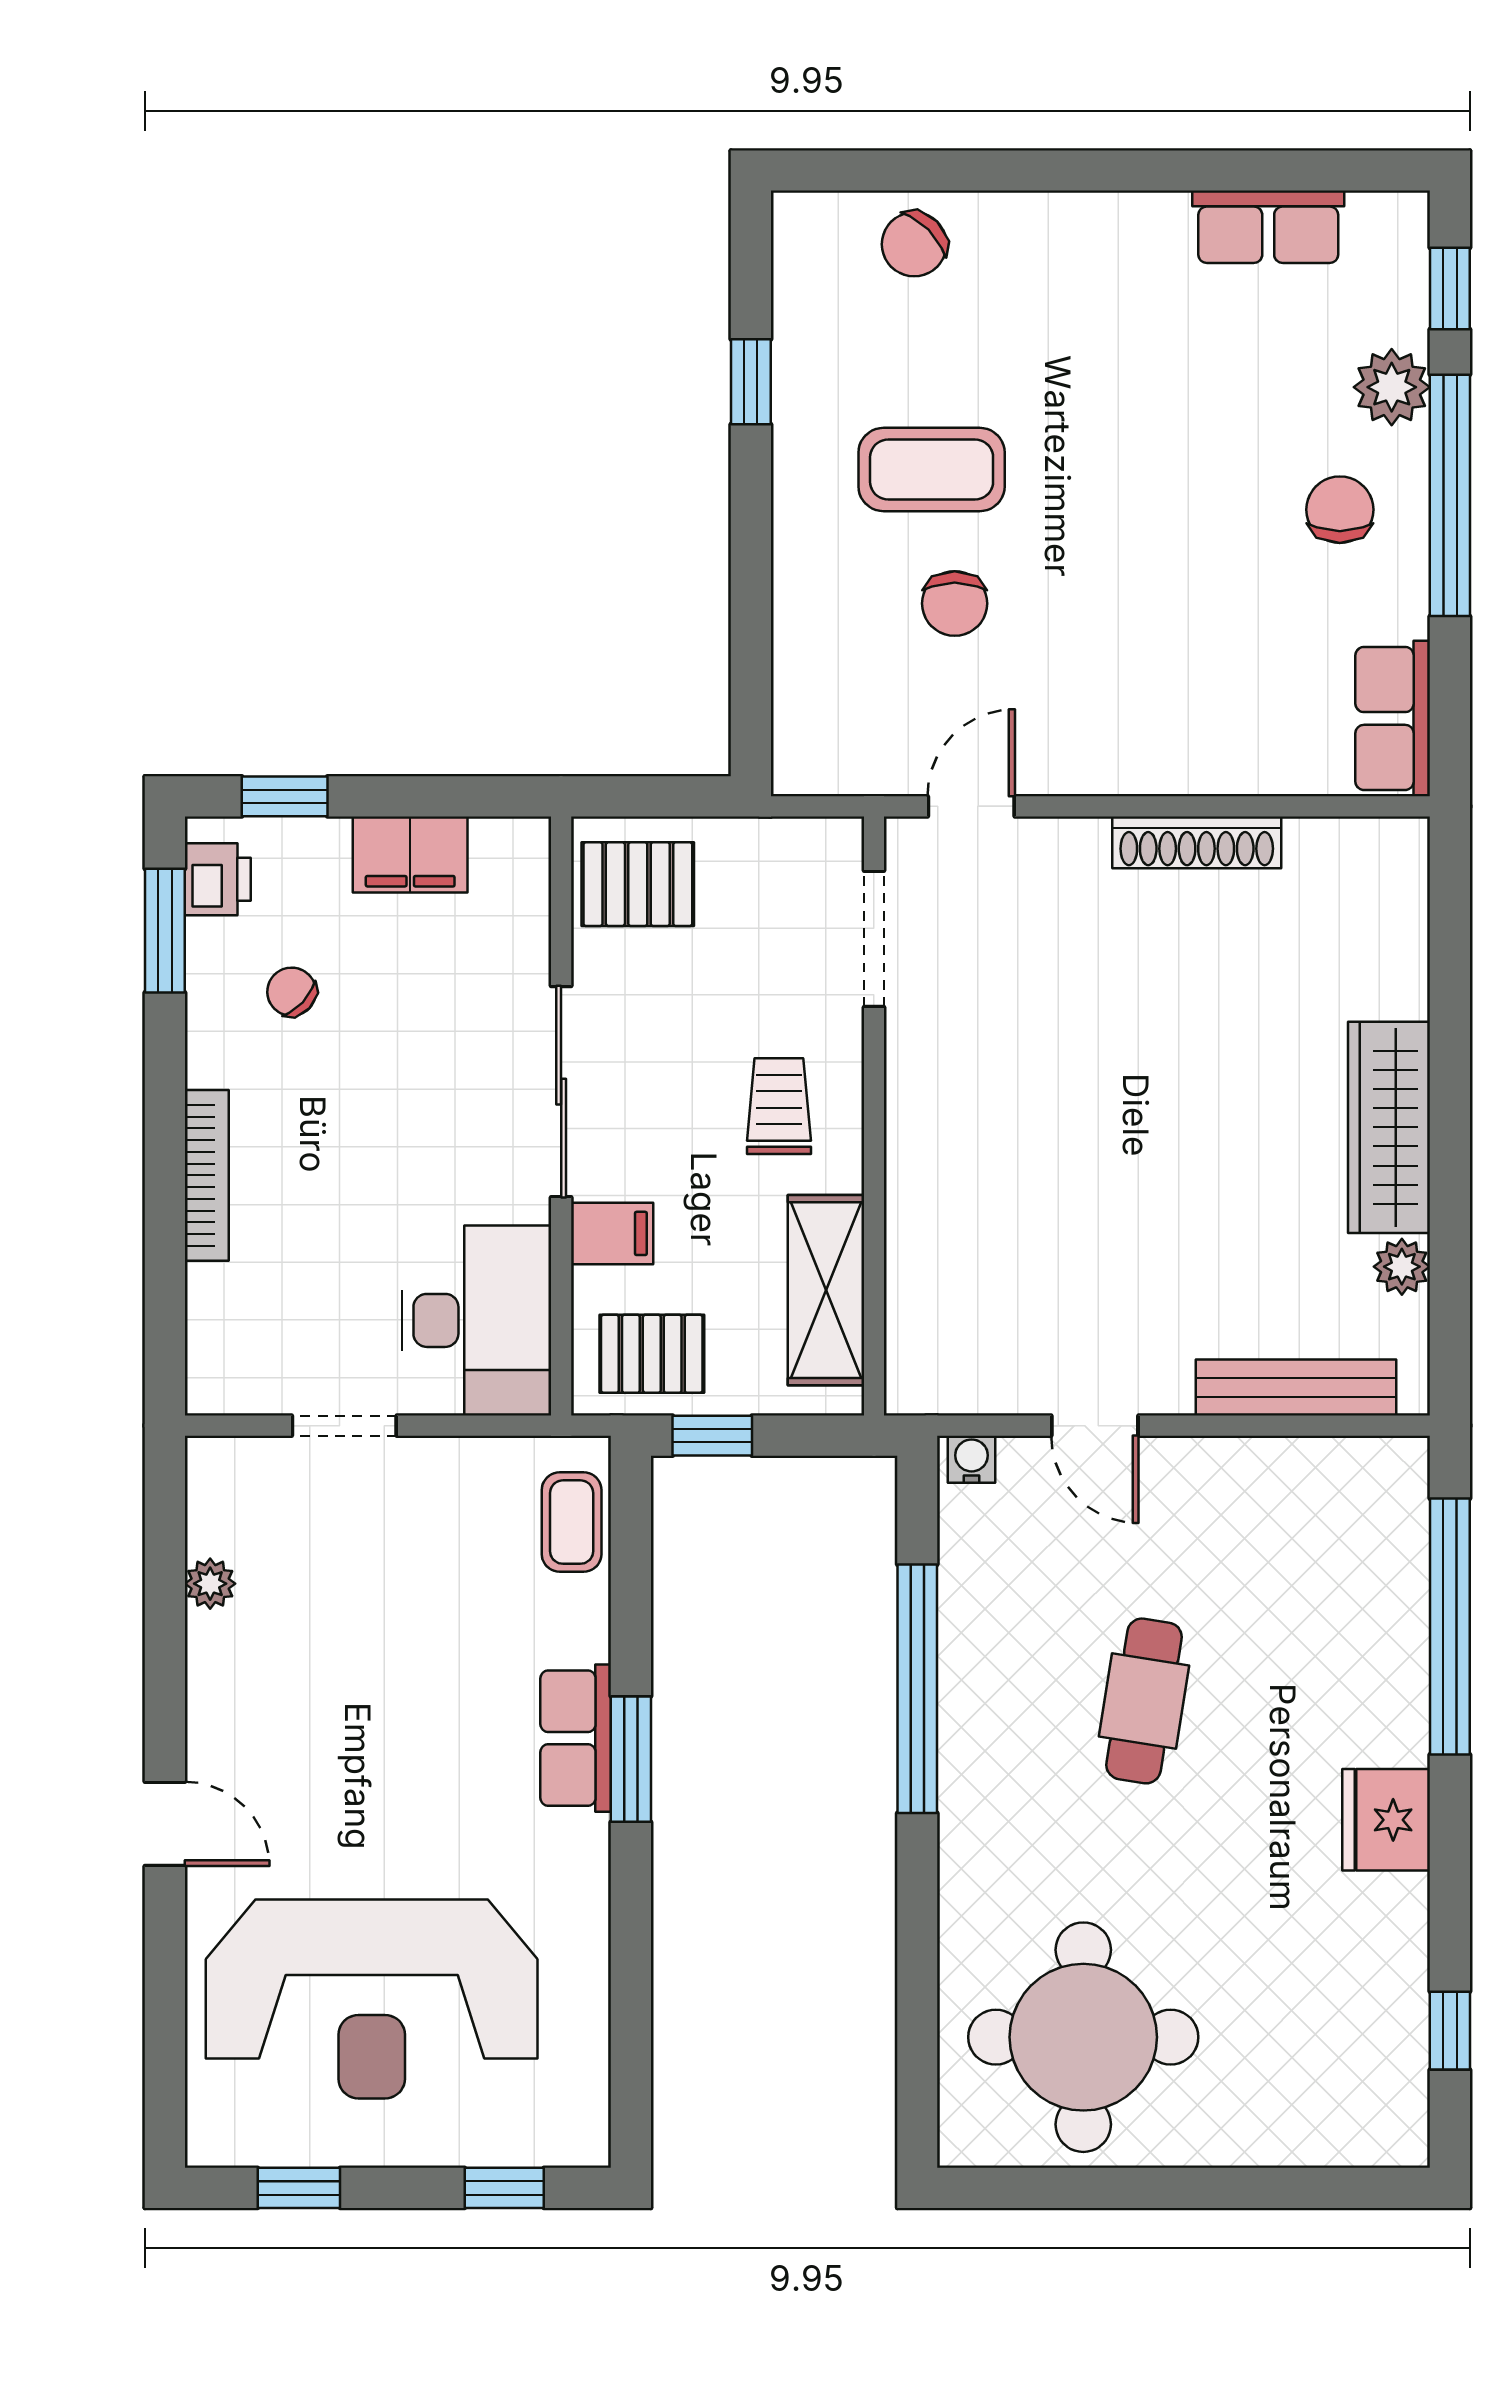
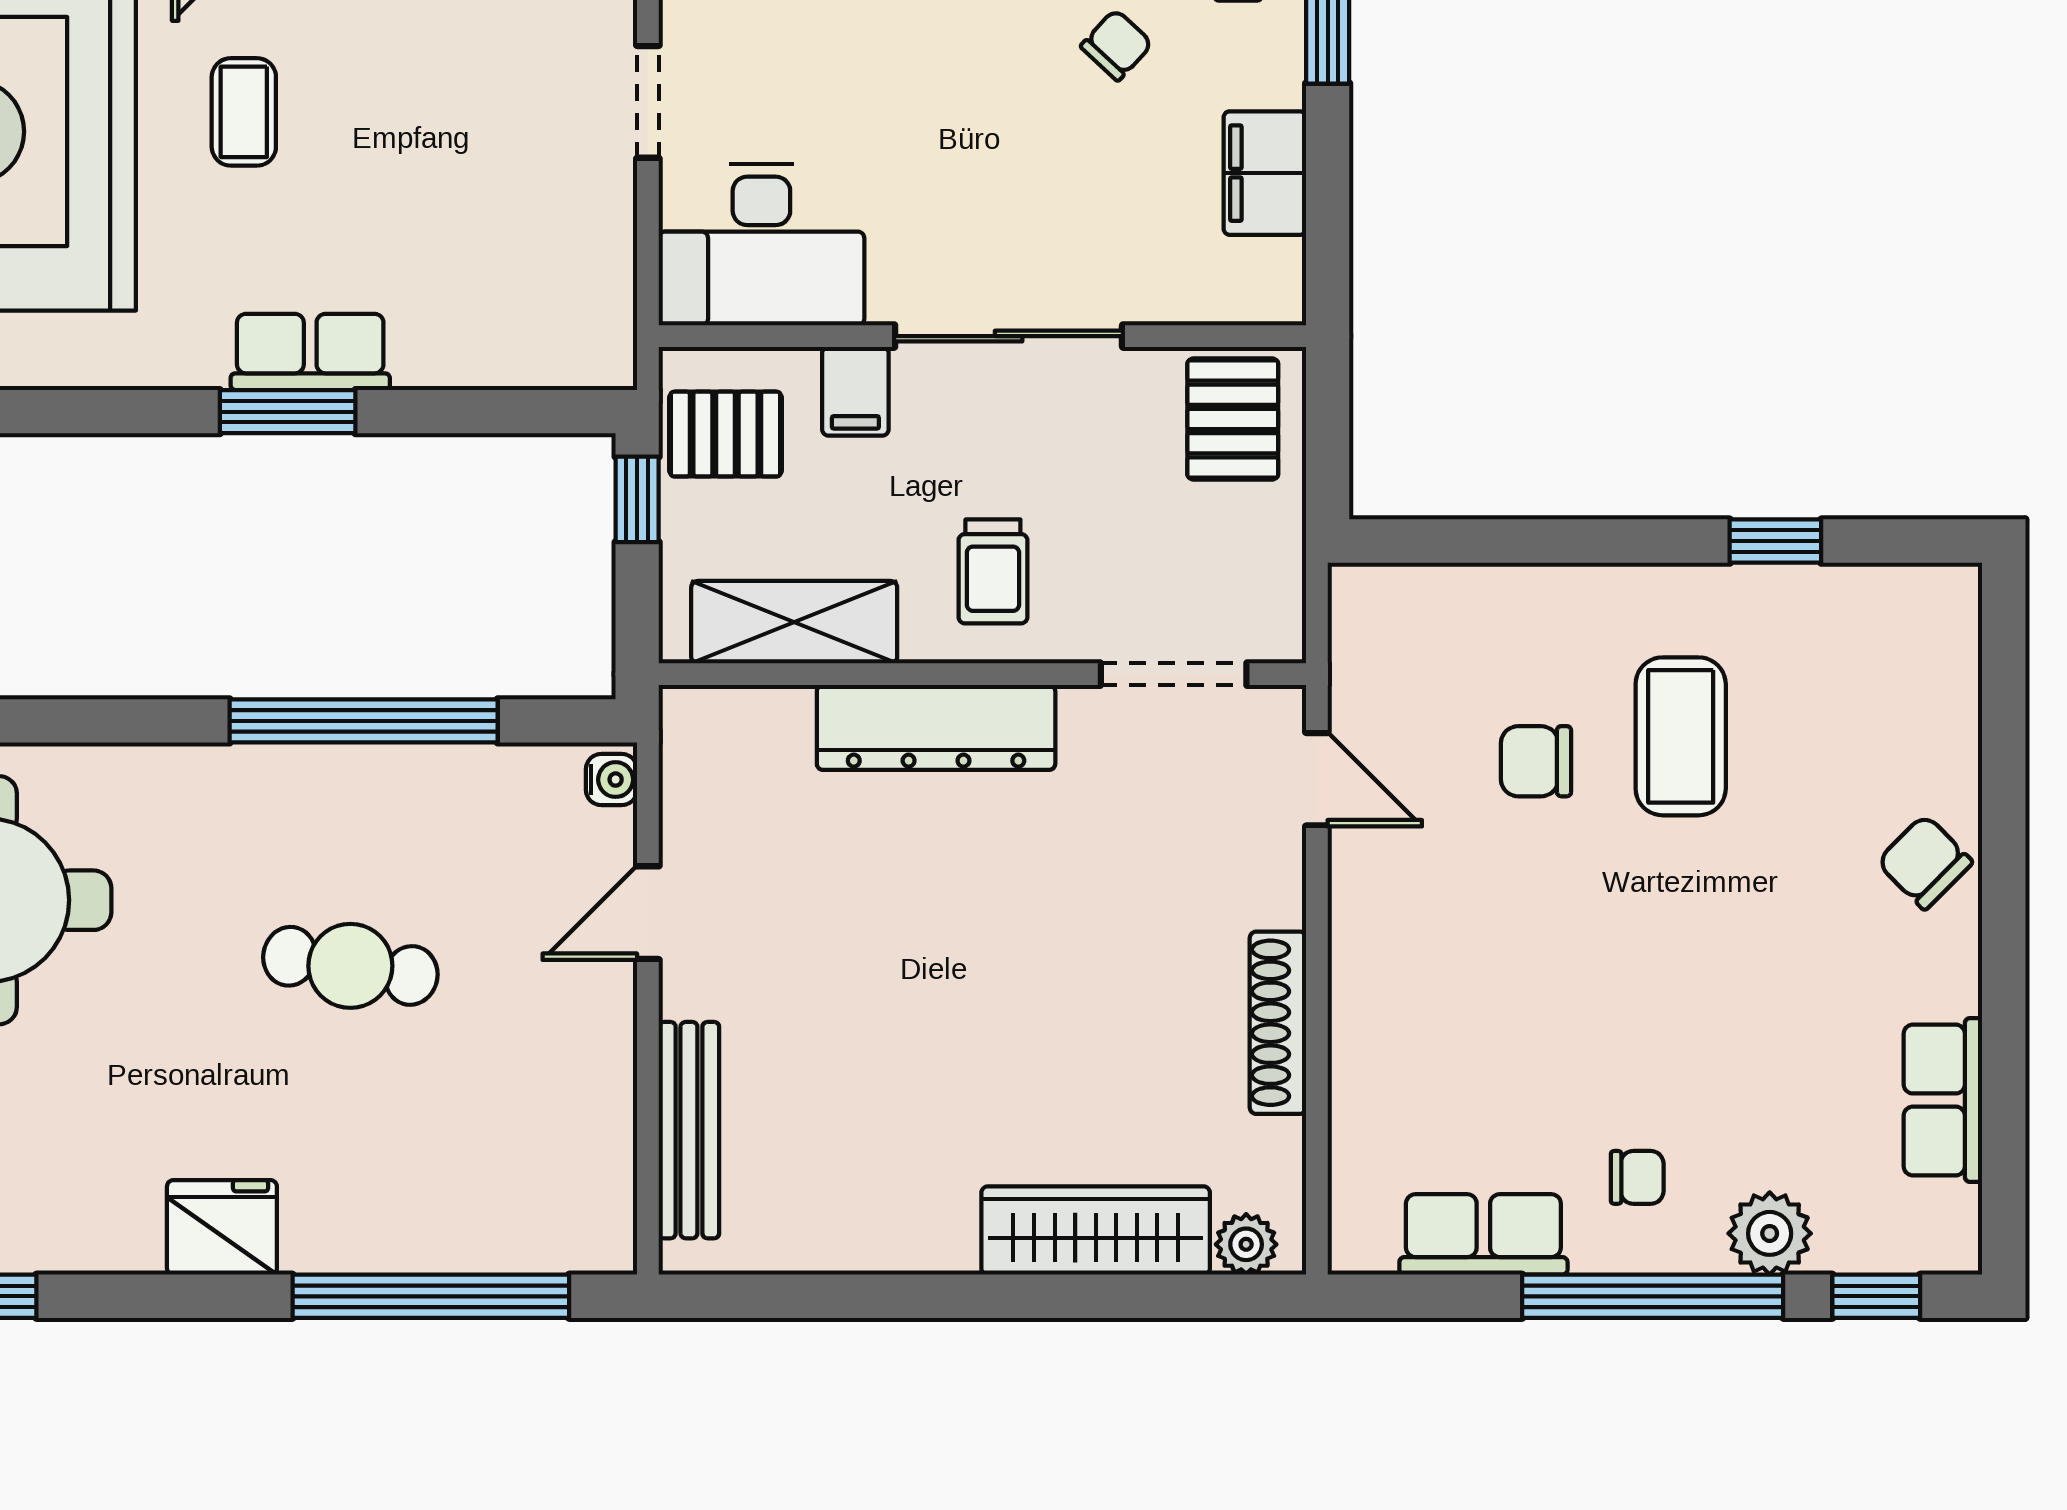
chair: (914, 244) -> (1925, 862), moved
chair: (1340, 510) -> (1637, 1177), width x0.73, depth x0.73
row of seats: (1393, 718) -> (1483, 1234), moved
trolley: (779, 1106) -> (993, 571), turned 90
wardrobe: (1389, 1127) -> (1096, 1231), moved
dresser: (923, 1159) -> (936, 727), added
plant: (1402, 1267) -> (1246, 1244), moved
pallet: (652, 1354) -> (725, 434), turned 90
coffee table: (572, 1522) -> (244, 112), moved, turned 90

